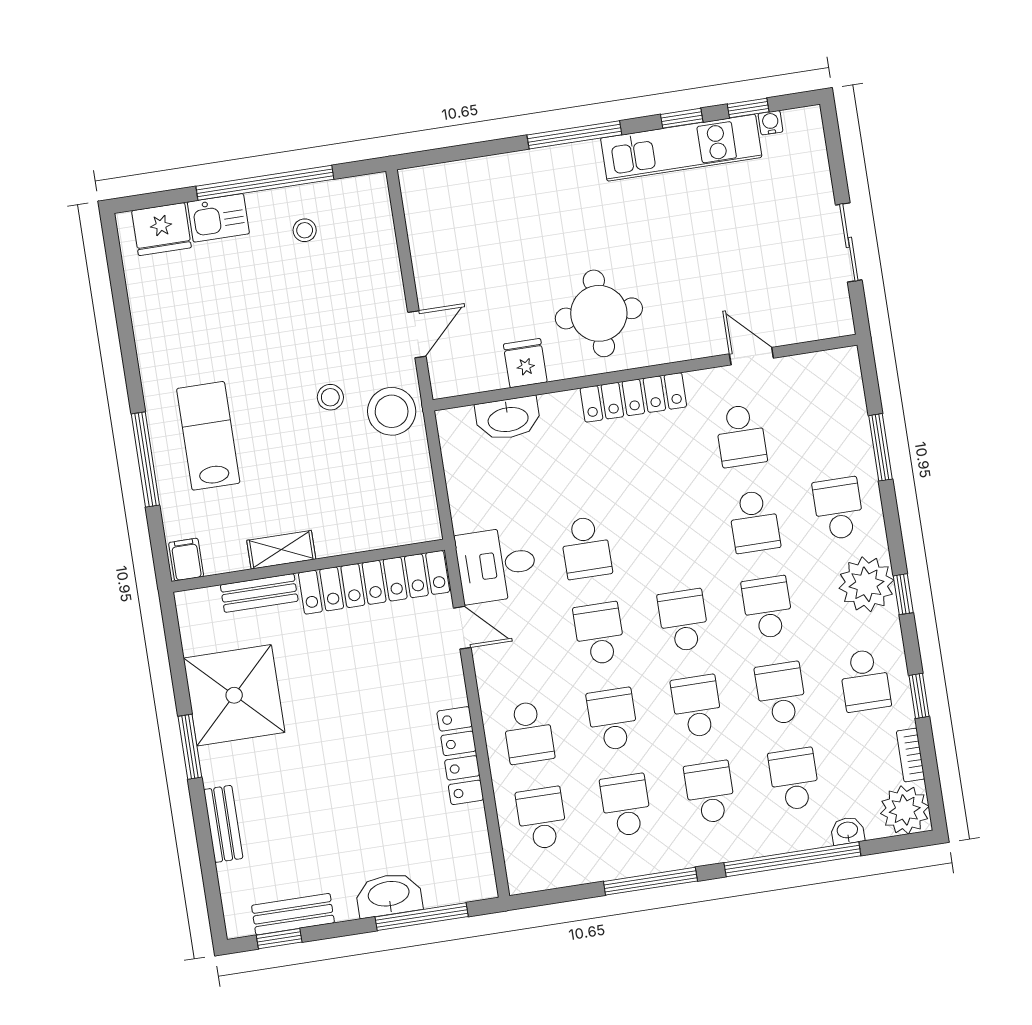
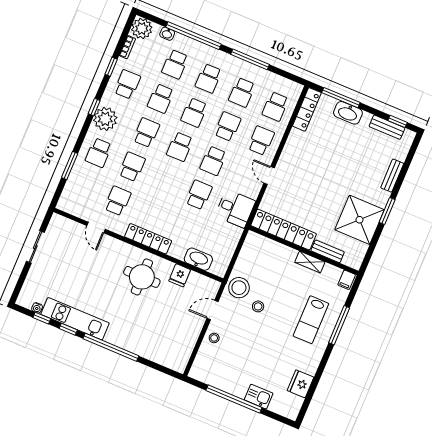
window: (574, 135) -> (111, 347), width x1.46
fridge: (161, 229) -> (301, 384), moved, turned -90
stool: (305, 230) -> (214, 338), moved
school desk: (768, 607) -> (146, 133), turned 180
door: (462, 628) -> (269, 176), moved
school desk: (613, 719) -> (228, 127), turned 180
locker: (460, 756) -> (307, 109), moved

